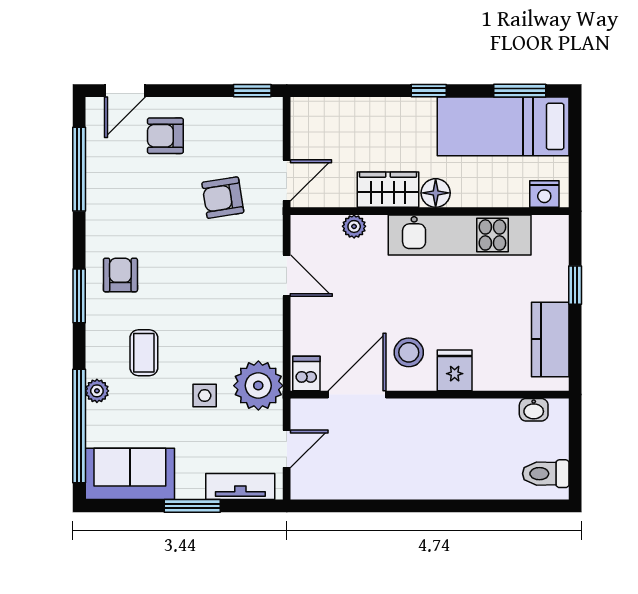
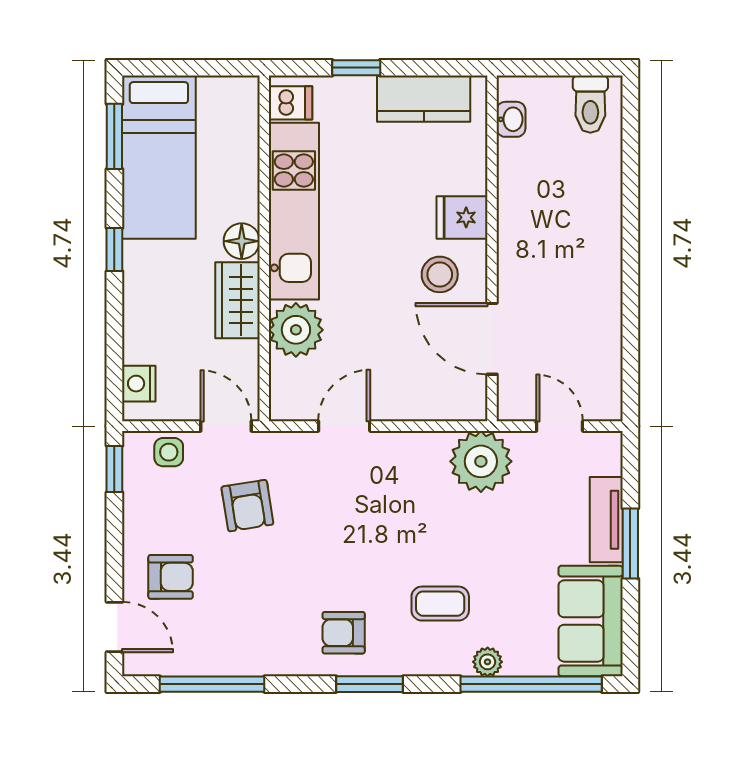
armchair: (165, 136) -> (171, 577), turned -90
nightstand: (544, 194) -> (139, 384), moved, turned 180
plant: (354, 226) -> (296, 330), width x1.88, depth x1.88
dishwasher: (306, 373) -> (290, 103), moved, turned 180
side table: (205, 396) -> (169, 452), moved
tv unit: (240, 486) -> (606, 520), moved

